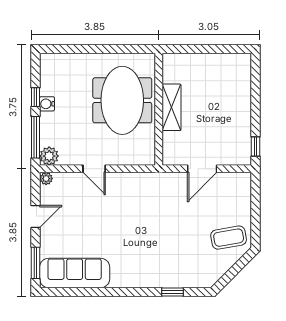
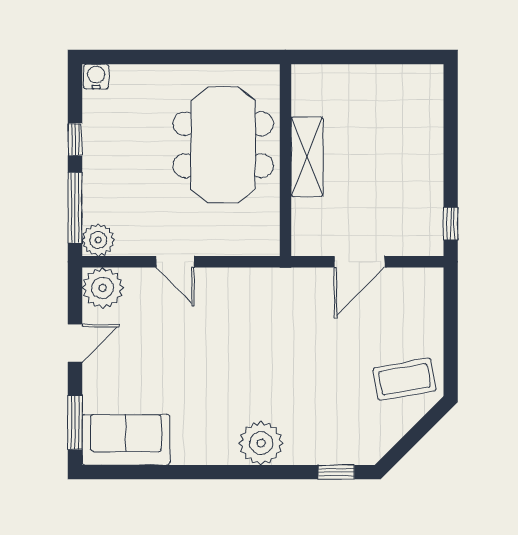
water cooler: (47, 104) -> (96, 76), moved, turned 90
plant: (46, 179) -> (103, 288), width x1.88, depth x1.88
sofa: (75, 273) -> (126, 440), width x0.73
plant: (145, 275) -> (261, 443), added
window: (172, 292) -> (336, 472), moved

